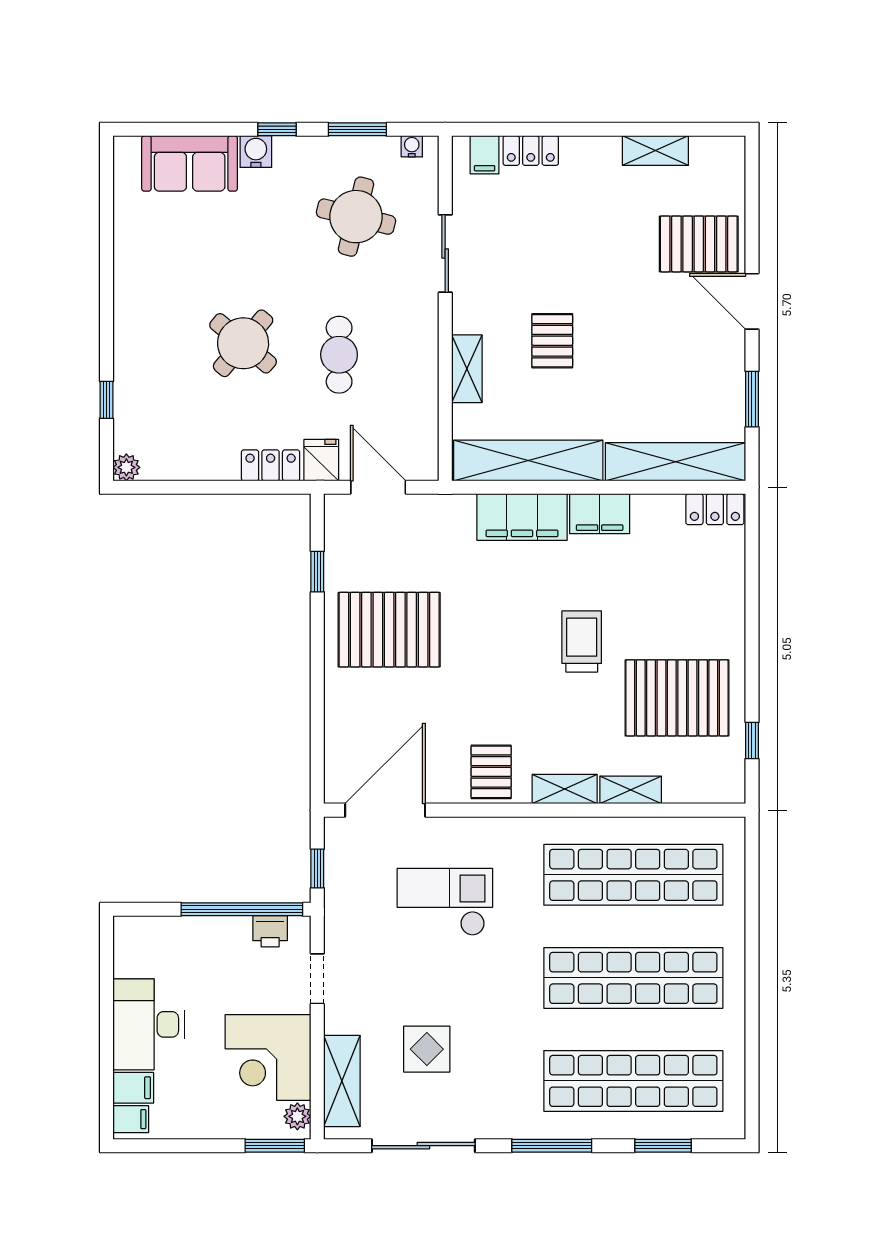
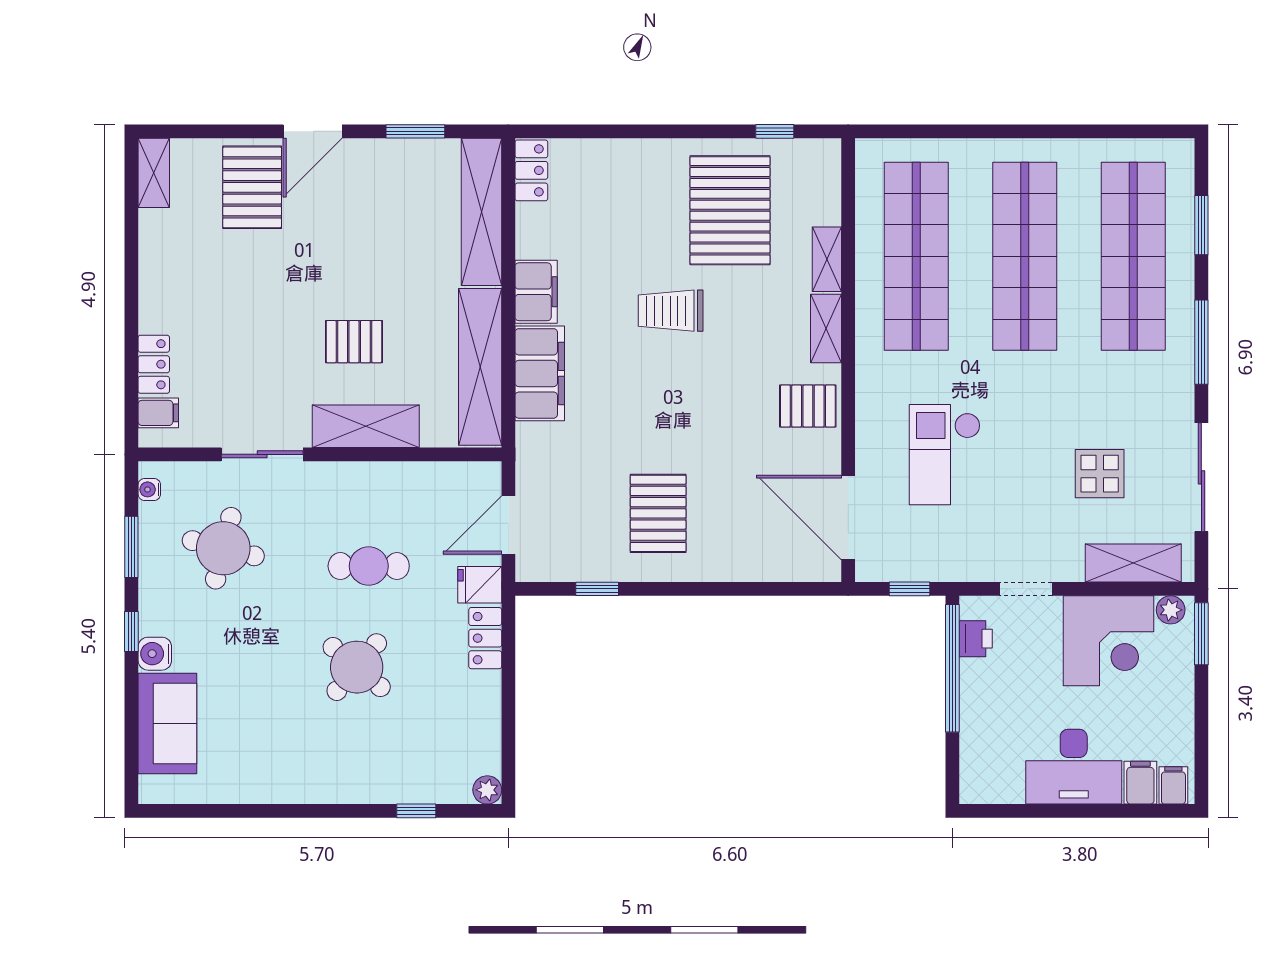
shelving: (655, 151) -> (154, 173), moved
shelving: (467, 369) -> (366, 426), width x1.50, depth x1.33
pallet: (389, 630) -> (658, 513), width x0.73, depth x0.71

